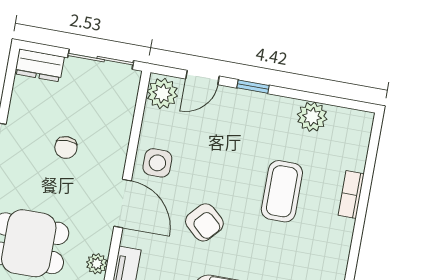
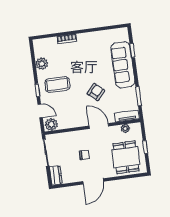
side table: (157, 163) -> (79, 118), removed
coffee table: (282, 191) -> (57, 85), moved
door: (123, 203) -> (99, 126), hinge flipped

